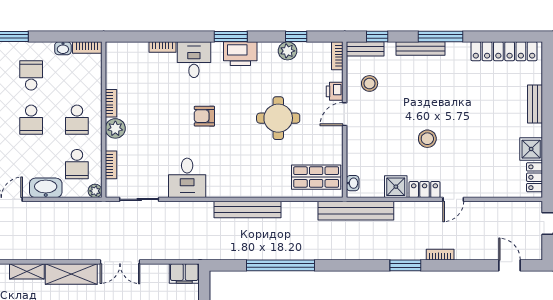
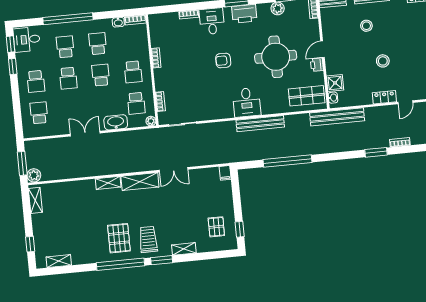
stool: (370, 83) -> (366, 26), moved
printer: (335, 91) -> (317, 65), moved
round table: (278, 118) -> (276, 57), width x1.36, depth x1.36
school desk: (31, 120) -> (101, 75), turned 180
plant: (115, 128) -> (161, 75), removed
desk: (187, 178) -> (247, 102), moved
shower: (396, 187) -> (335, 83), moved
filing cabinet: (184, 273) -> (225, 173), width x0.50

